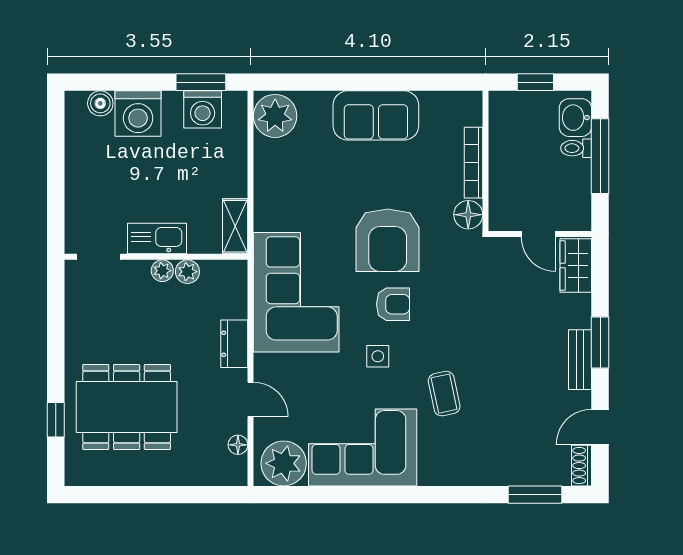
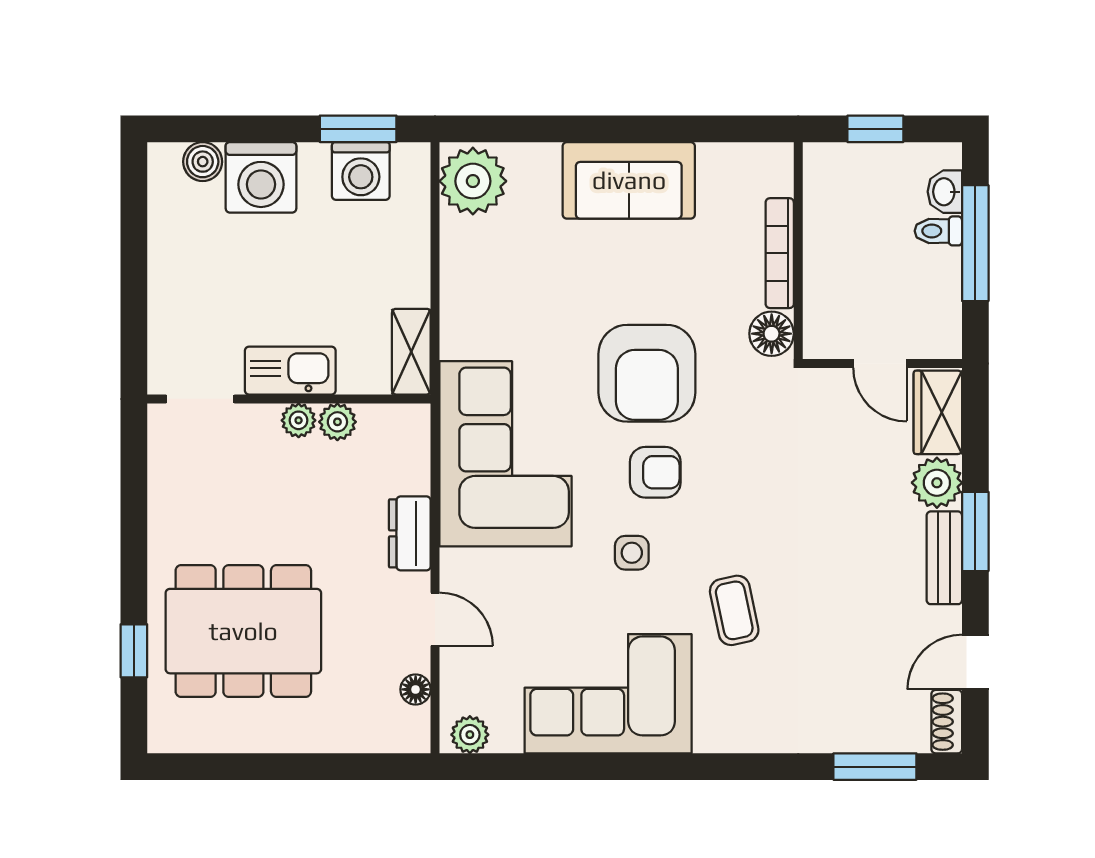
washbasin: (575, 118) -> (945, 192), width x0.72, depth x0.69
plant: (575, 311) -> (937, 483), added
plant: (284, 463) -> (470, 735), width x0.53, depth x0.53

